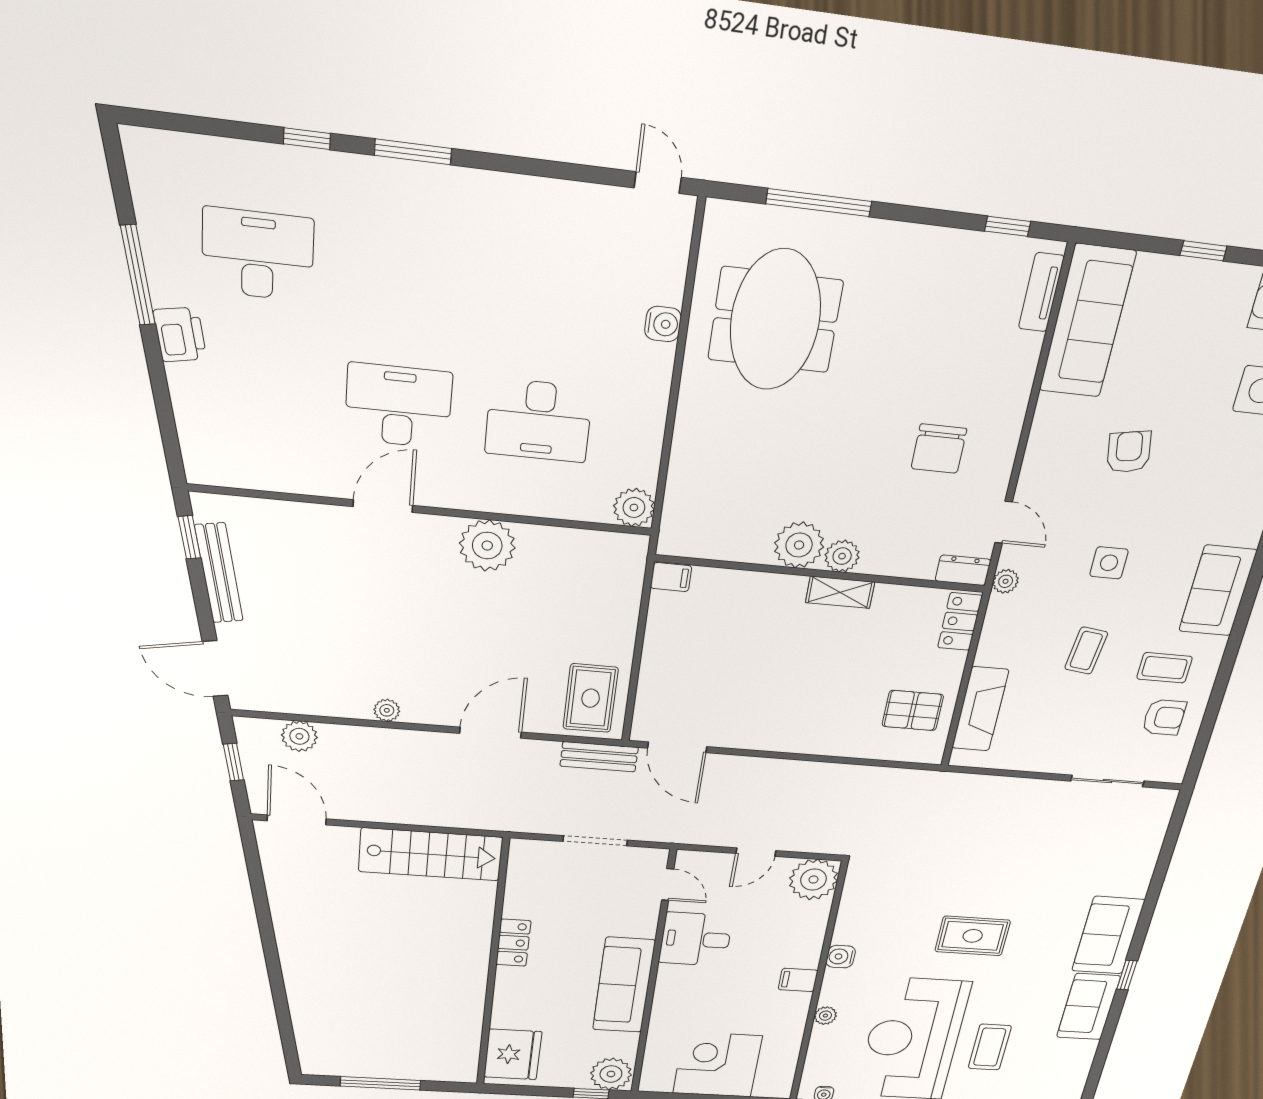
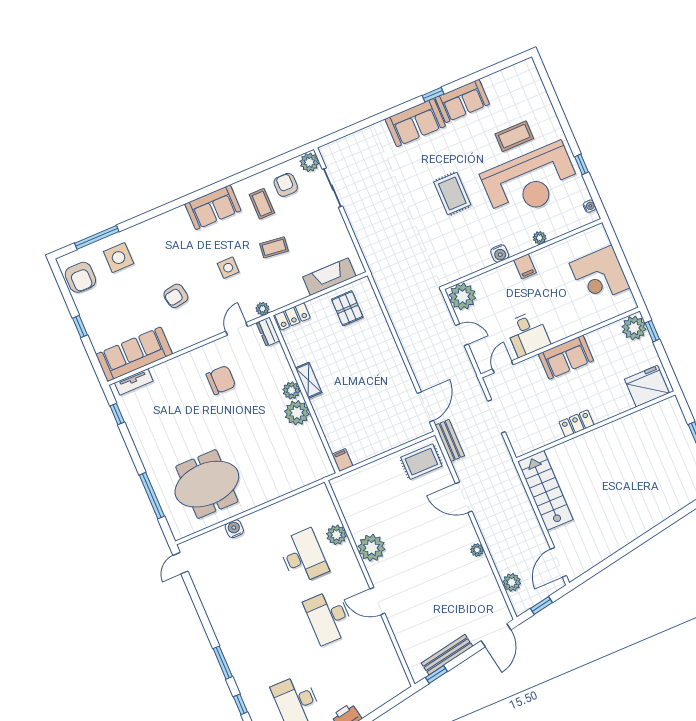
plant: (634, 508) -> (336, 535), moved
plant: (1169, 768) -> (309, 162), added
sofa: (624, 985) -> (566, 357), width x0.73

